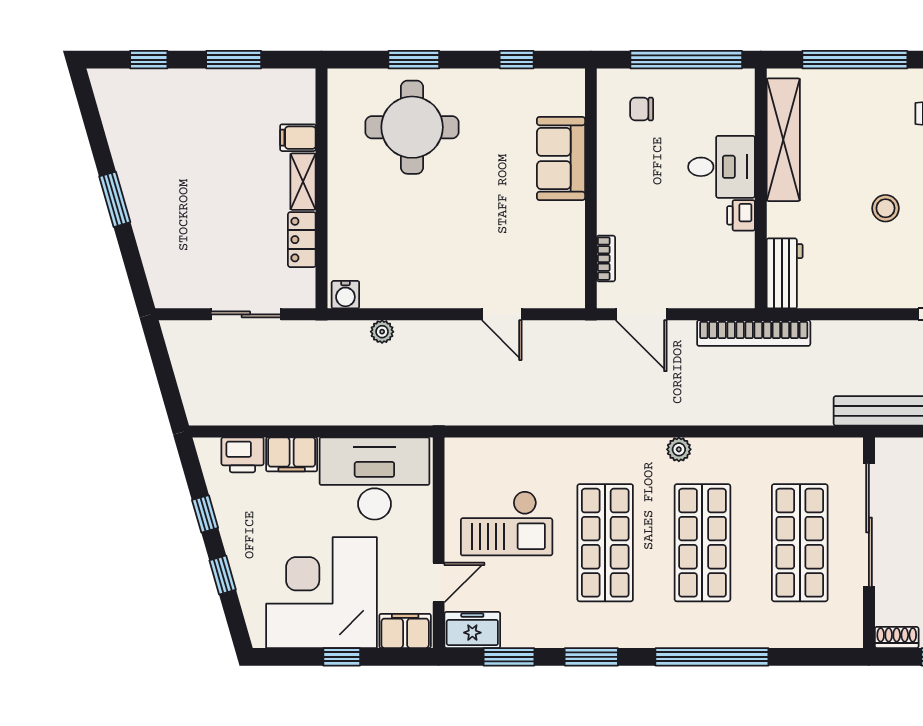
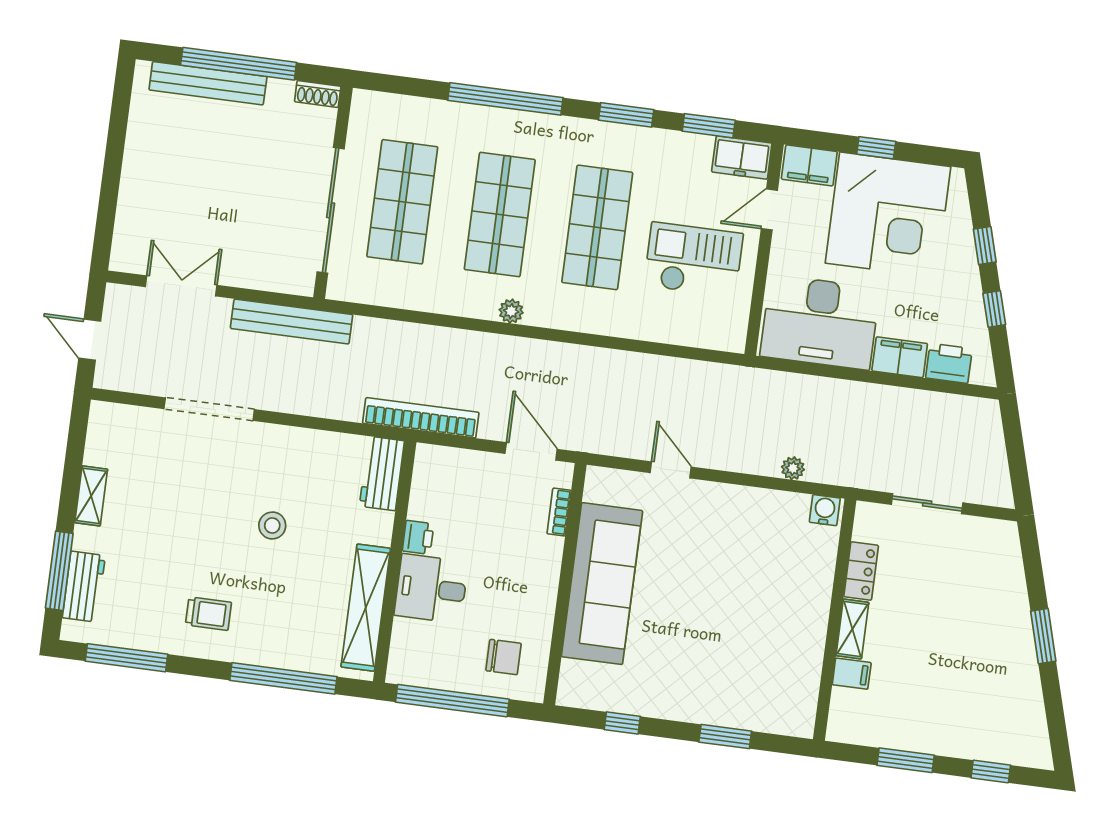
chair: (642, 109) -> (504, 657), width x1.37, depth x1.37
round table: (412, 127) -> (736, 669), removed
sofa: (561, 158) -> (602, 584), width x1.85, depth x1.27

